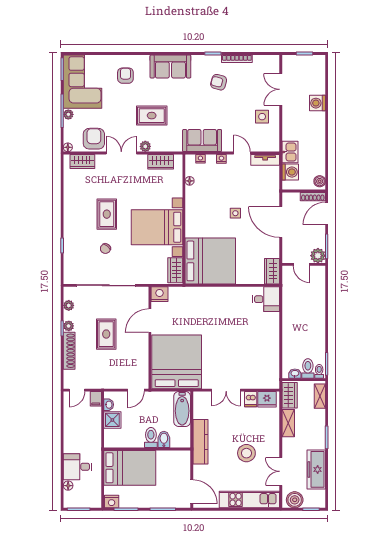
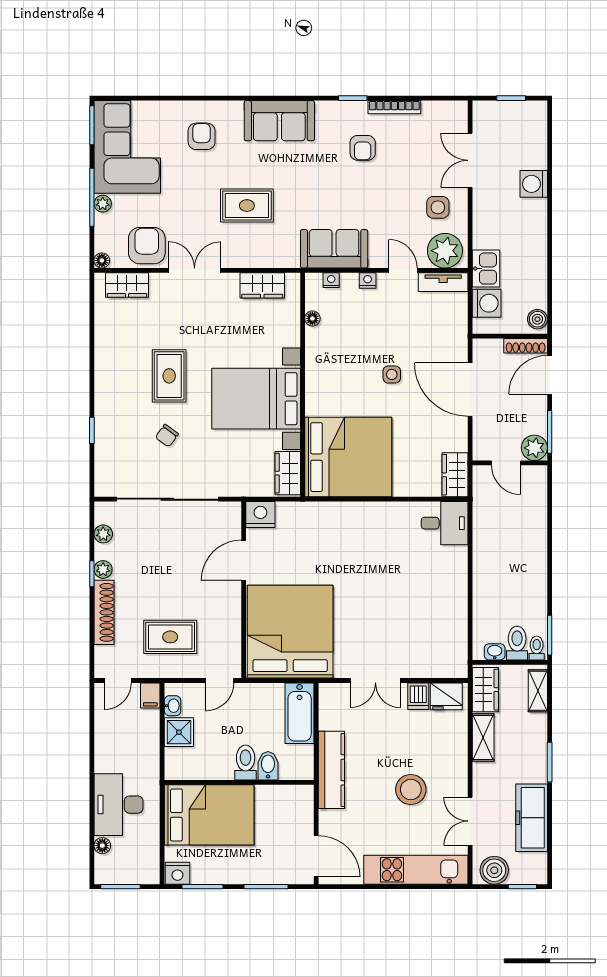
armchair: (219, 82) -> (363, 148), turned -105
plant: (145, 146) -> (445, 251), moved, width x1.88, depth x1.88
rug: (106, 334) -> (170, 637), moved, turned 90
desk: (77, 467) -> (119, 805), width x1.37

